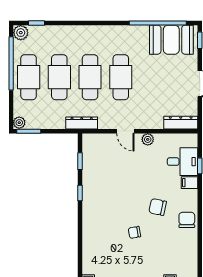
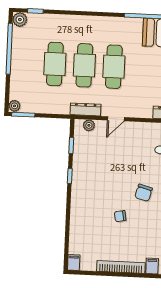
cafe table: (29, 77) -> (25, 63), removed
dresser: (82, 123) -> (85, 109), moved
door: (125, 131) -> (116, 119), hinge flipped
plant: (148, 139) -> (89, 125), moved
chair: (158, 207) -> (144, 193), turned -87

